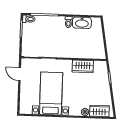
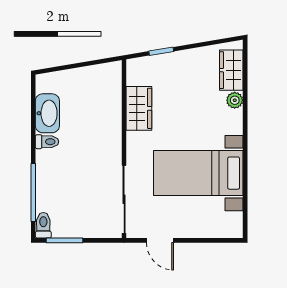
door: (20, 74) -> (160, 240), hinge flipped

